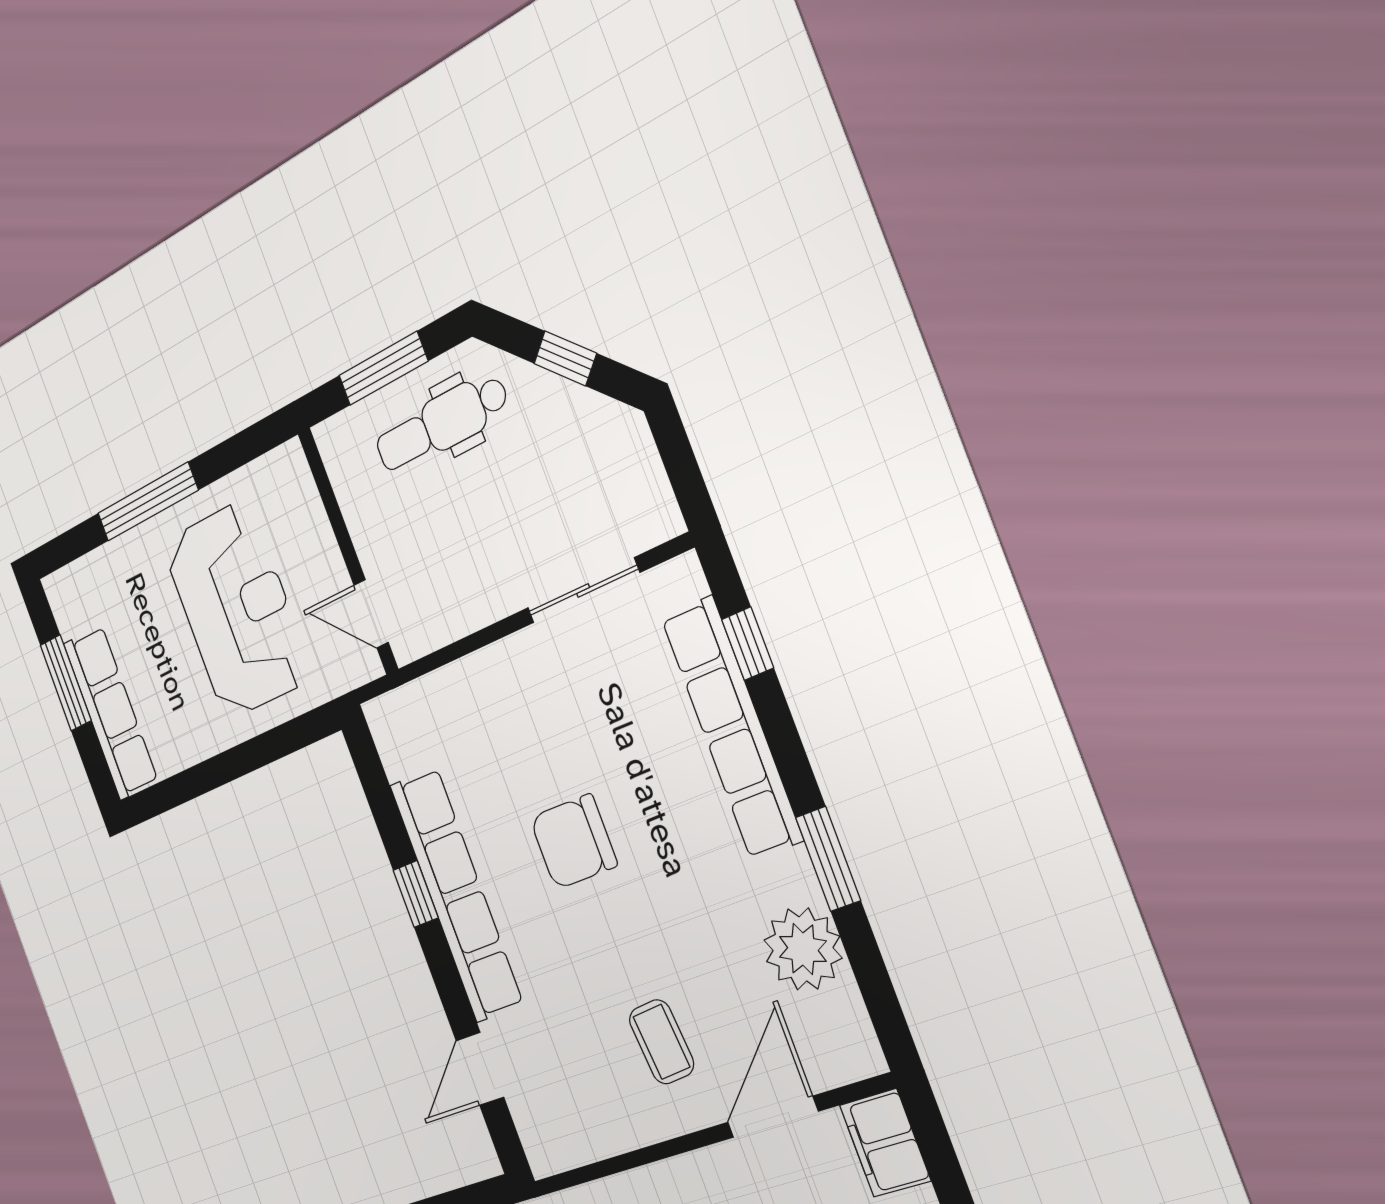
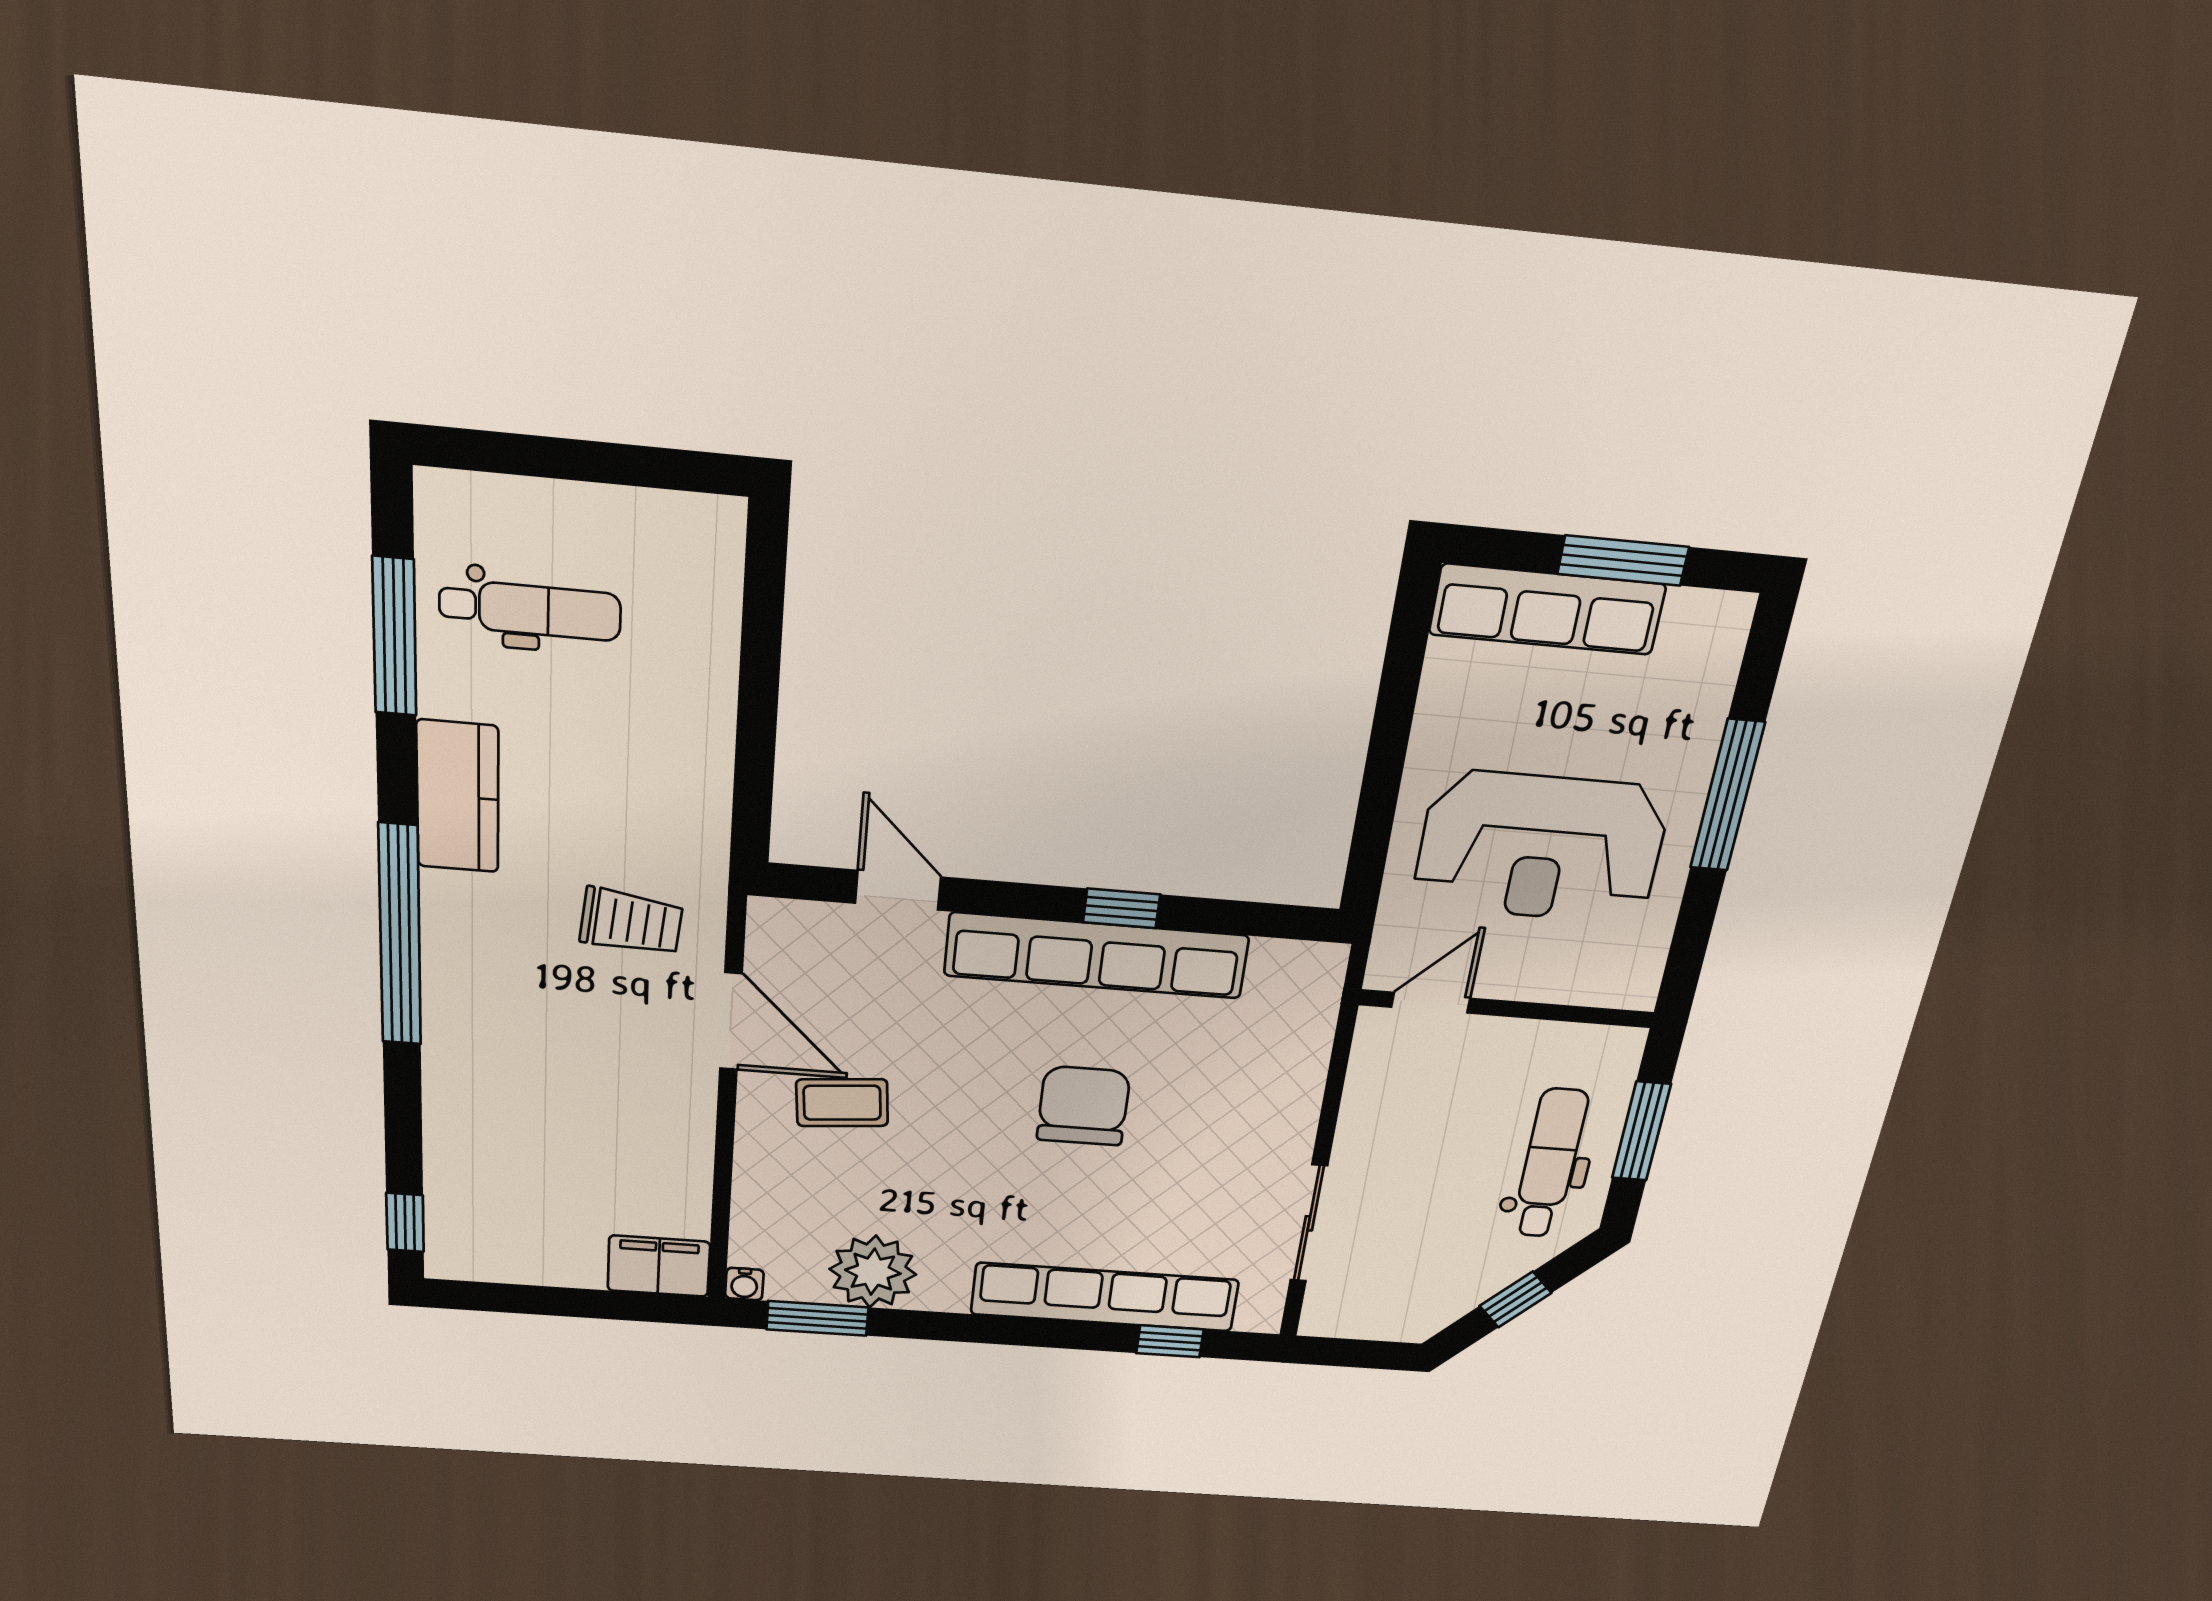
window: (828, 859) -> (817, 1318), moved
water cooler: (868, 1059) -> (744, 1284), added
door: (773, 1117) -> (731, 1021), moved

